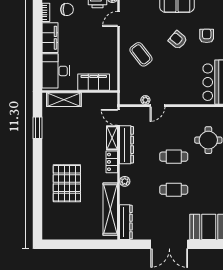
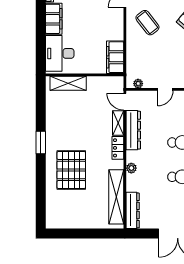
coffee table: (141, 54) -> (147, 23), moved
filing cabinet: (94, 82) -> (115, 57), moved, turned -90
plant: (145, 100) -> (138, 84), moved
window: (37, 128) -> (41, 142), moved

